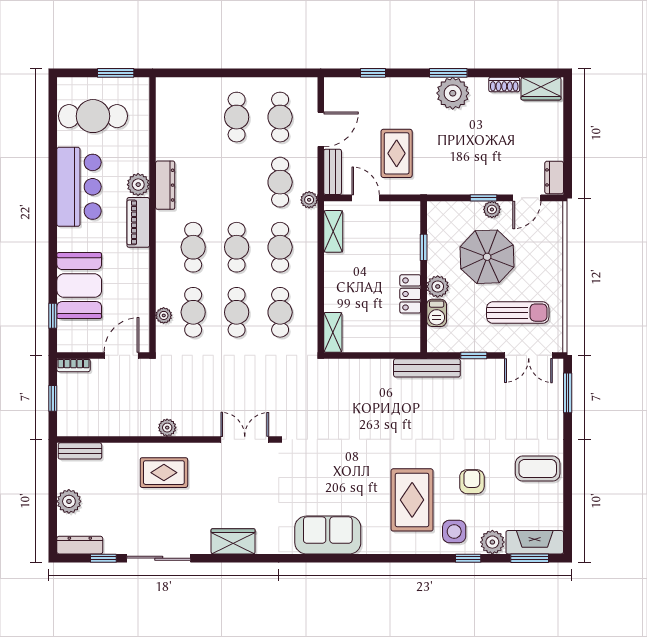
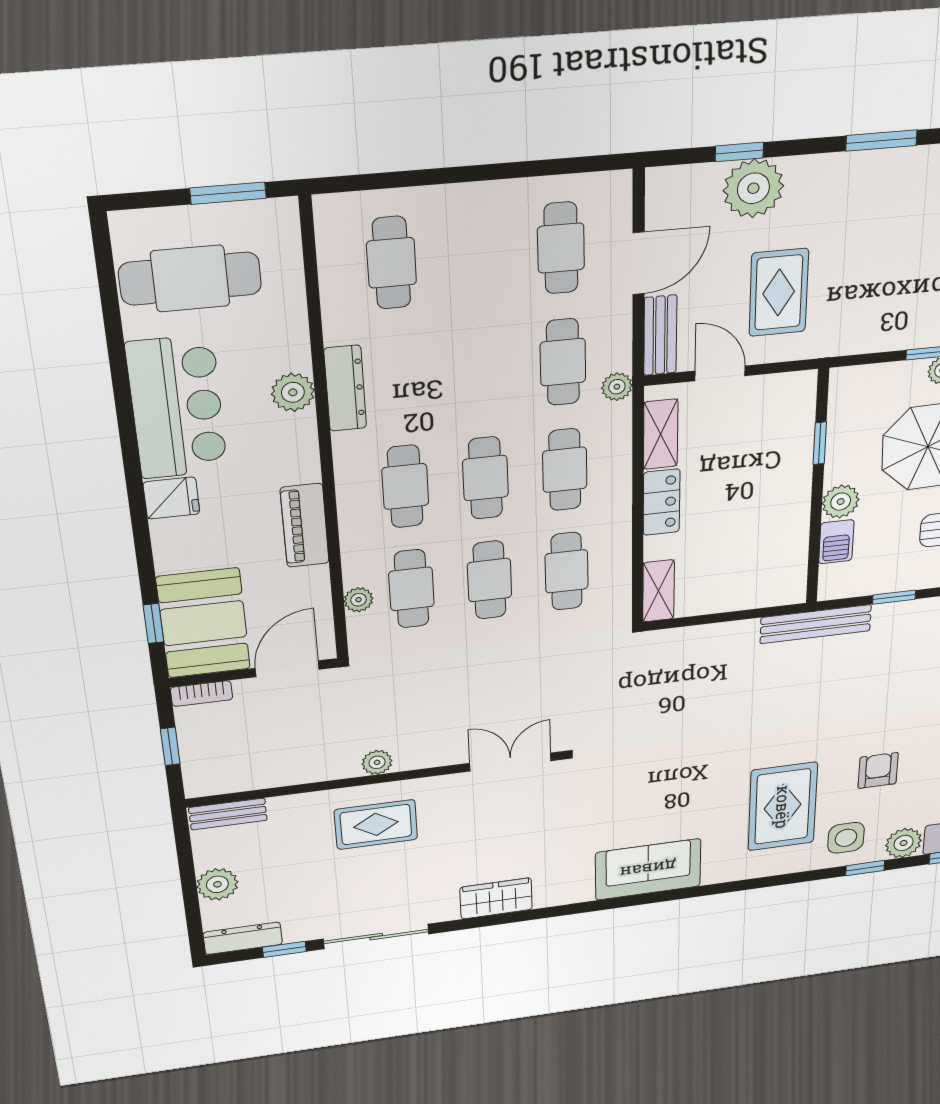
plant: (453, 93) -> (753, 188), moved
cafe table: (237, 117) -> (392, 263), moved
piano: (138, 222) -> (305, 526), moved
fridge: (71, 239) -> (171, 498), added
booth: (79, 286) -> (204, 623), moved
locker: (410, 294) -> (662, 502), moved, turned 180

